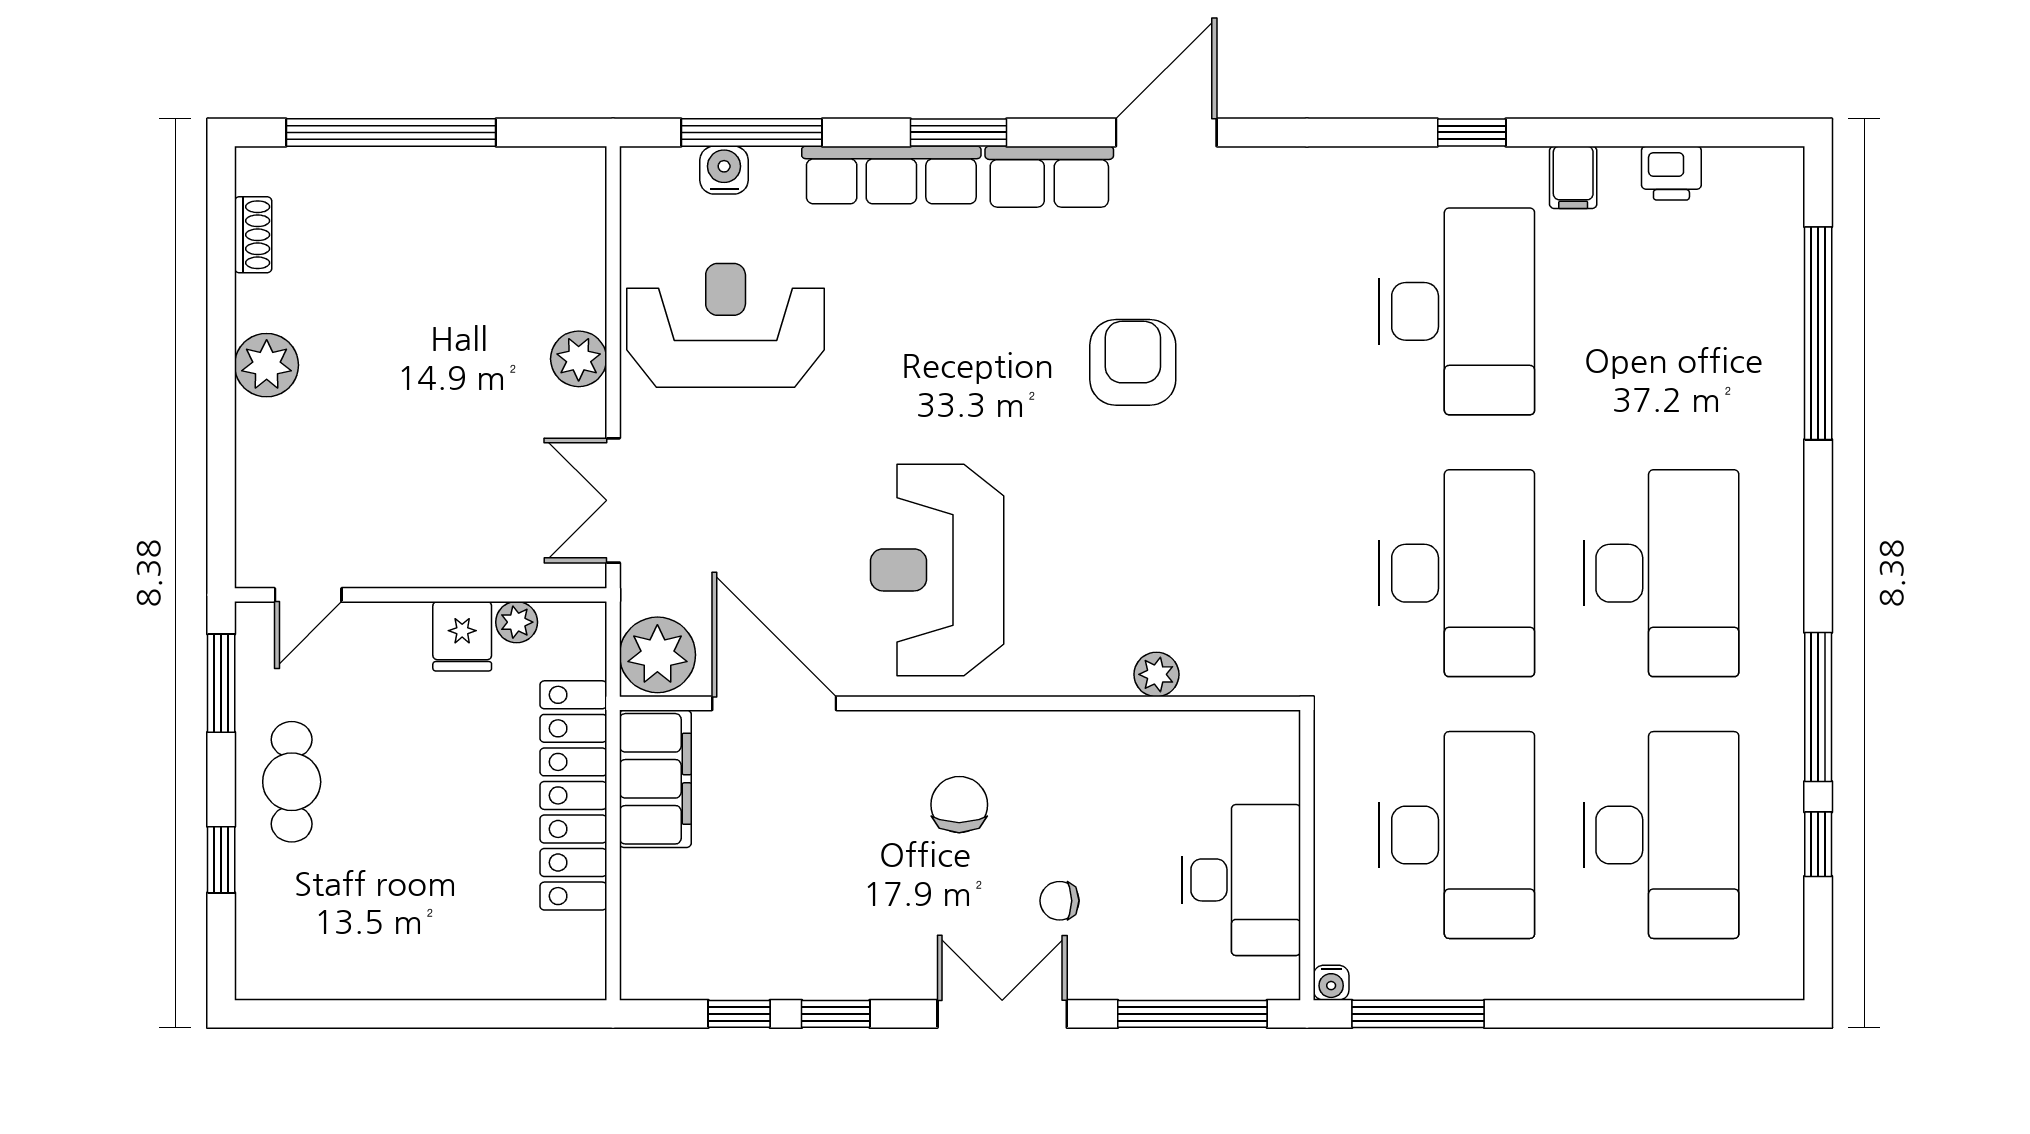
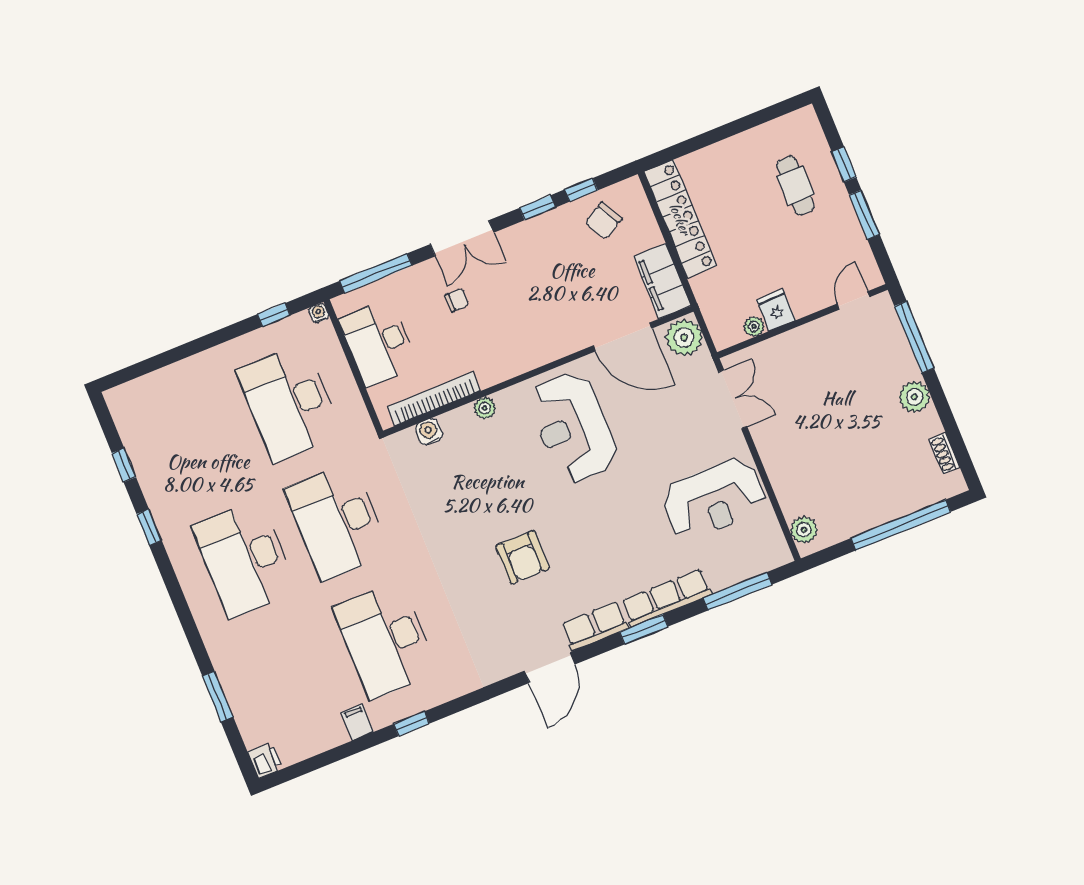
water cooler: (724, 170) -> (429, 432), moved, turned 180
printer: (1671, 173) -> (265, 760), moved, turned 90
window: (1818, 333) -> (218, 696), width x0.47
plant: (579, 359) -> (804, 530), moved
window: (221, 478) -> (914, 337), added
reception desk: (937, 570) -> (573, 427), turned 180
plant: (1156, 674) -> (485, 408), moved
window: (221, 683) -> (864, 215), moved
window: (1818, 707) -> (149, 527), width x0.46
bookcase: (1179, 731) -> (434, 399), added
cafe table: (292, 782) -> (795, 186), moved
locker: (573, 795) -> (680, 219), moved
chair: (959, 805) -> (603, 221), moved, turned 61
desk: (1661, 835) -> (197, 440), removed
window: (1418, 1014) -> (274, 315), width x0.46

